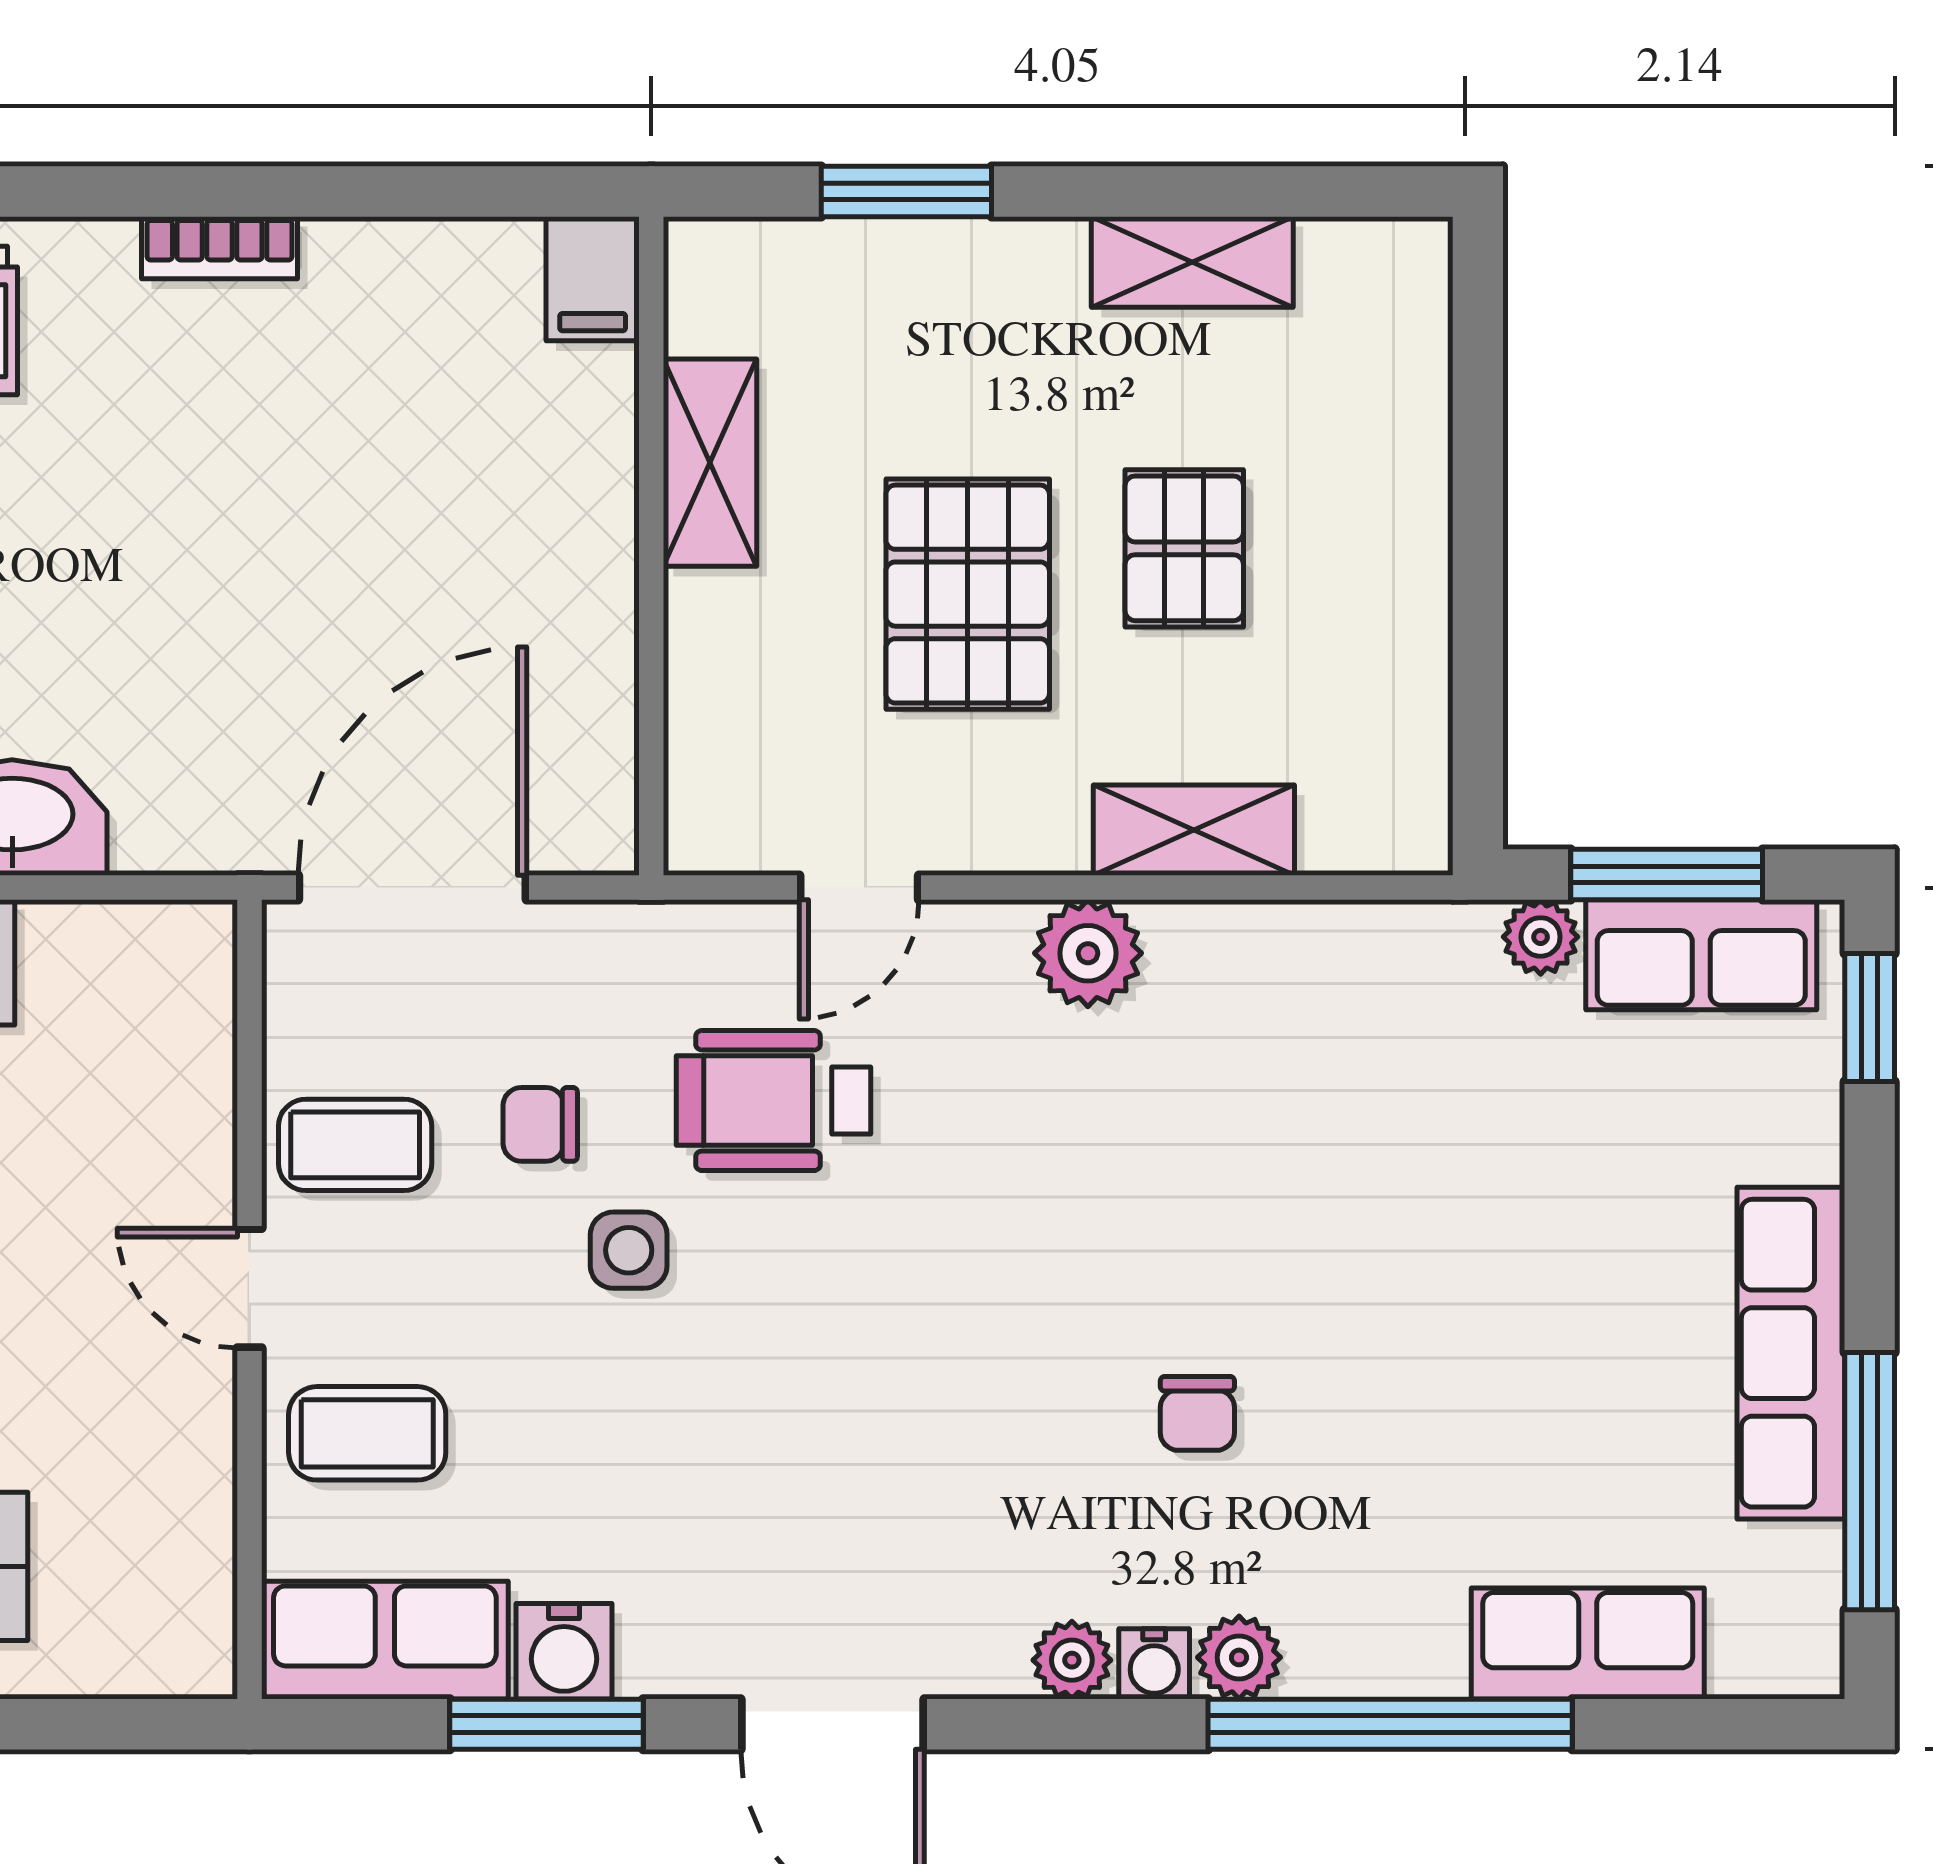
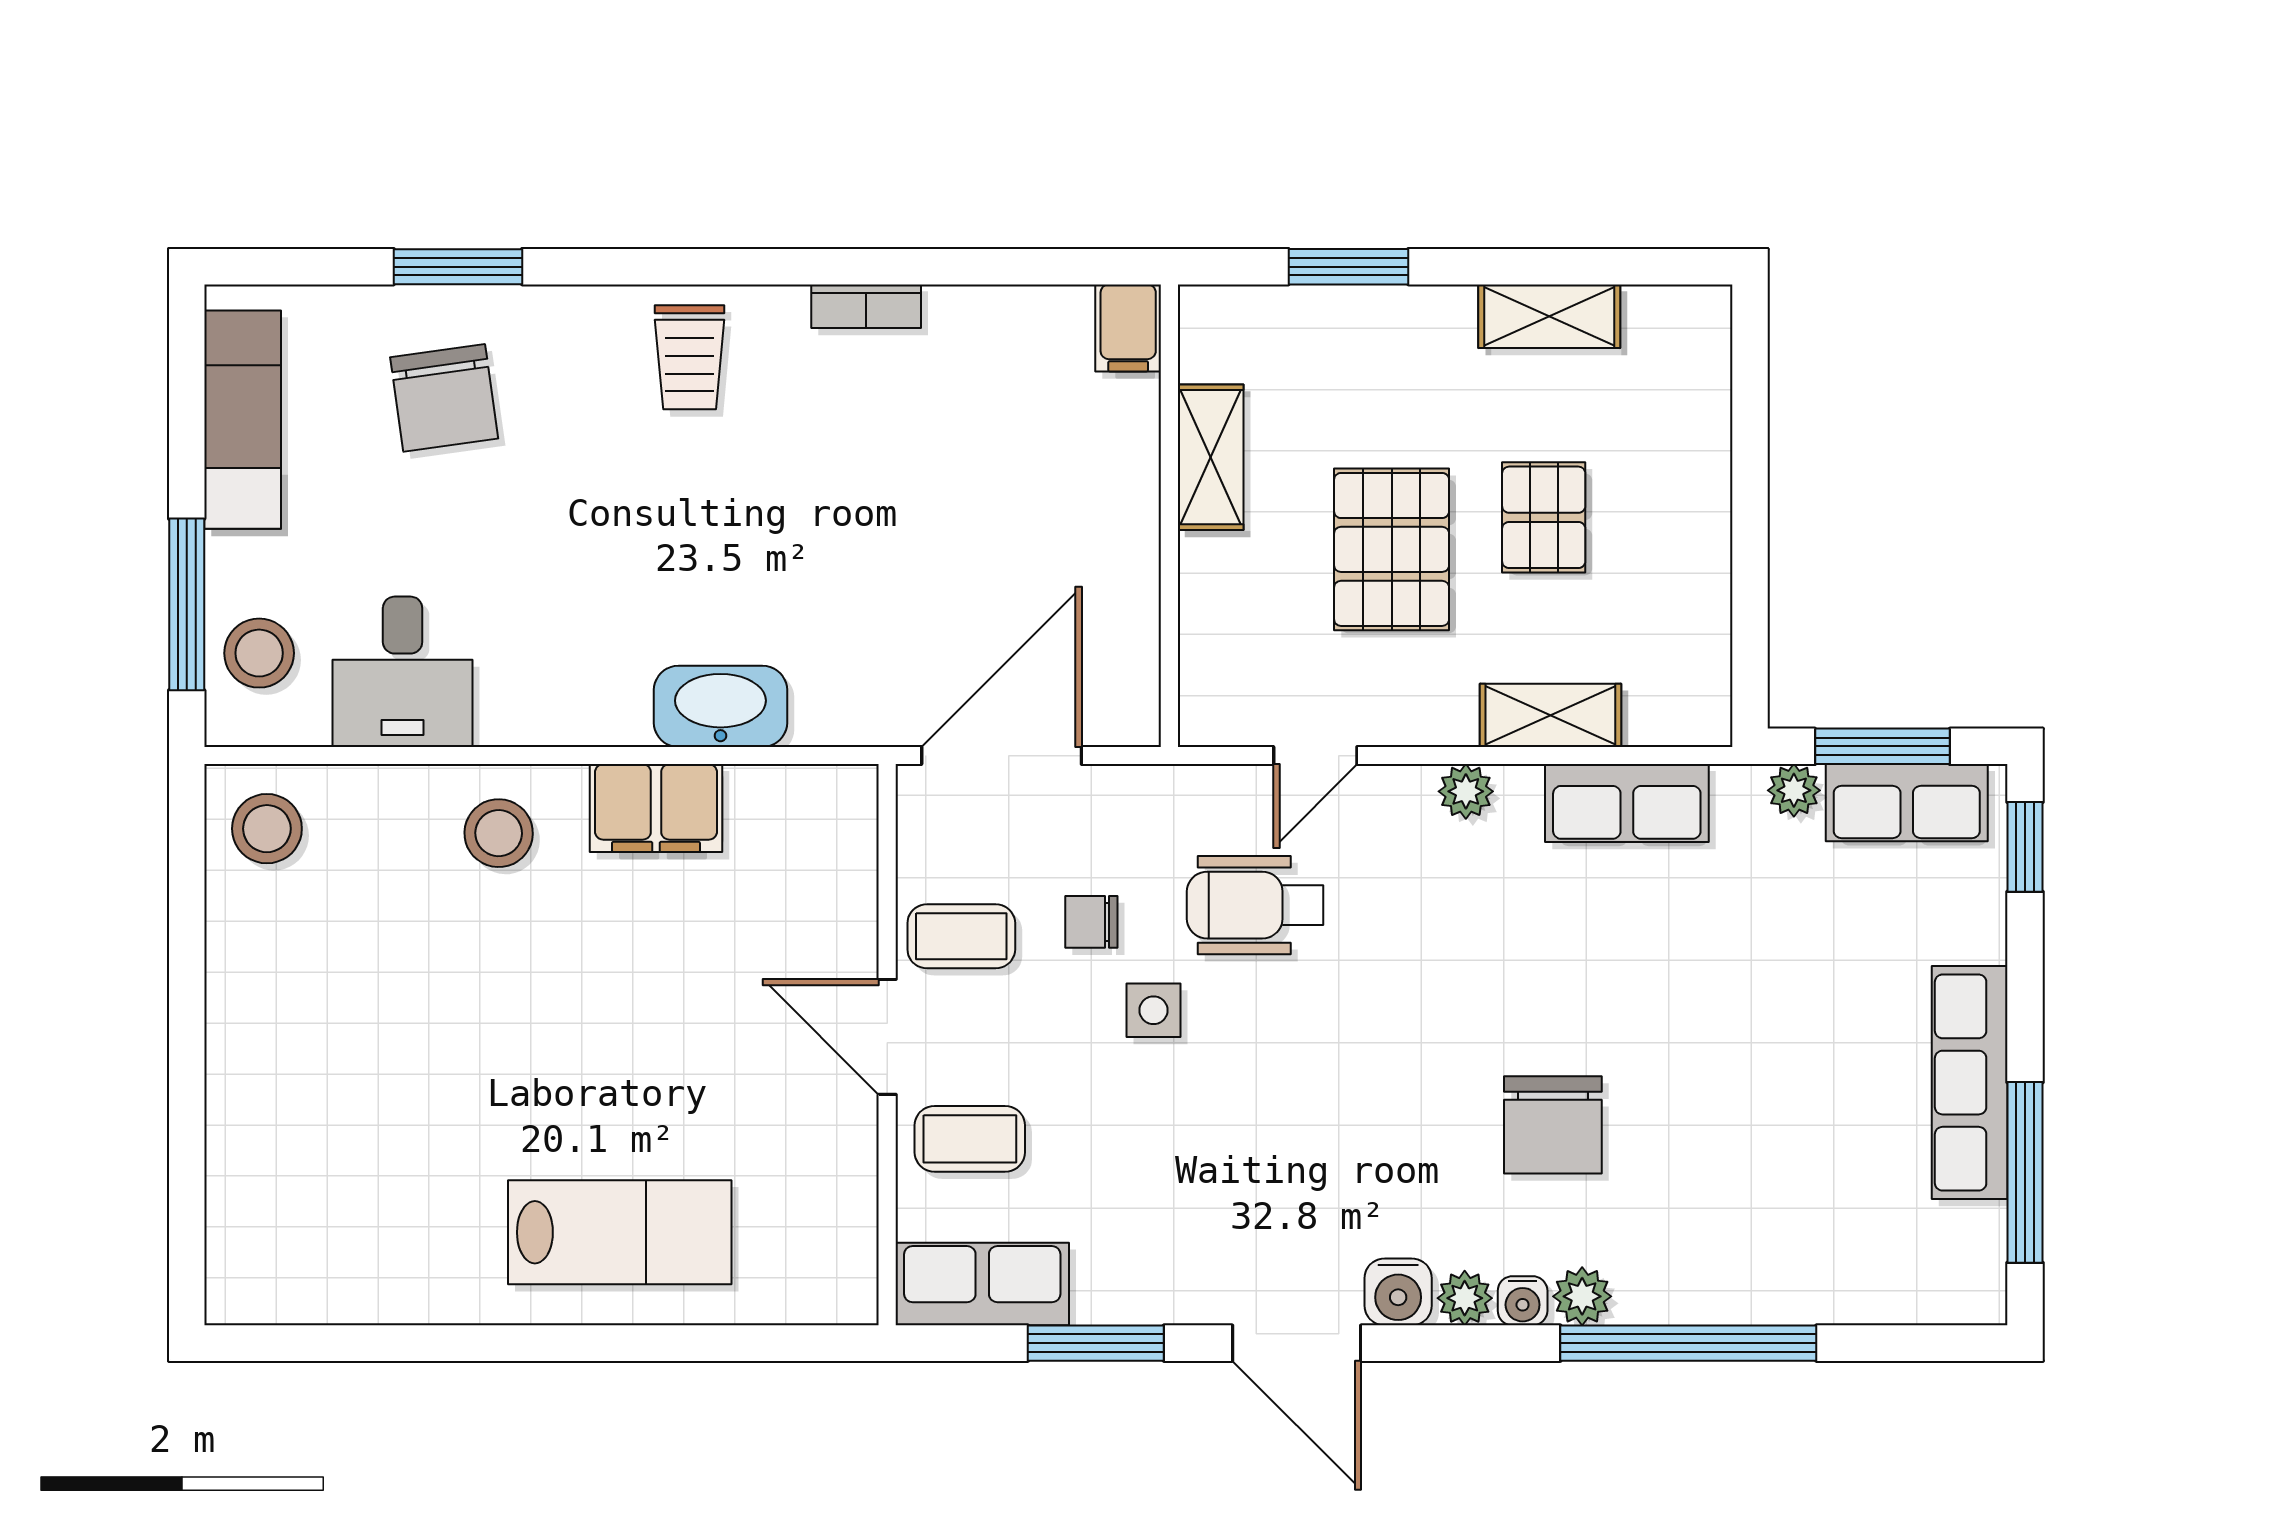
plant: (1088, 953) -> (1466, 791), width x0.73, depth x0.73
door: (249, 1288) -> (887, 1037), width x1.38
chair: (1197, 1413) -> (1553, 1125), width x1.87, depth x1.87
row of seats: (1588, 1643) -> (1627, 803), moved, turned 180
water cooler: (564, 1651) -> (1398, 1292), moved

